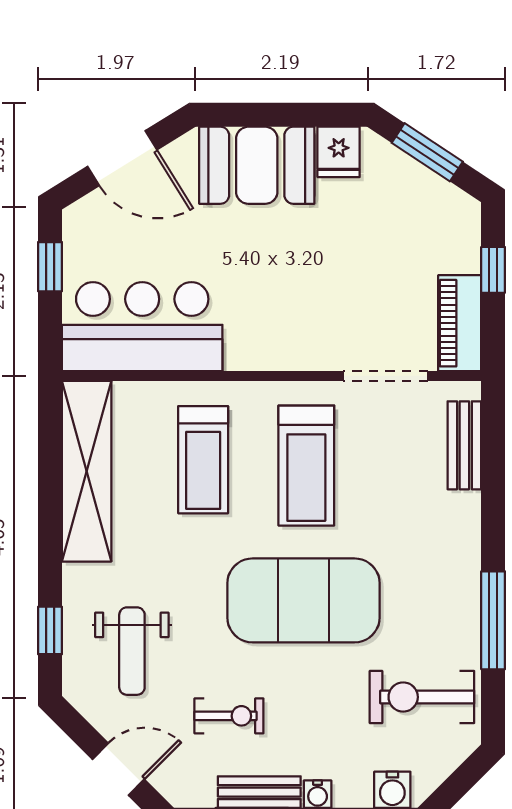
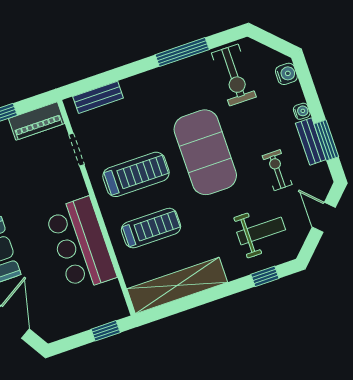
window: (50, 267) -> (106, 331), moved
bar counter: (142, 327) -> (81, 244), moved
doorway: (386, 376) -> (76, 150), width x0.73

